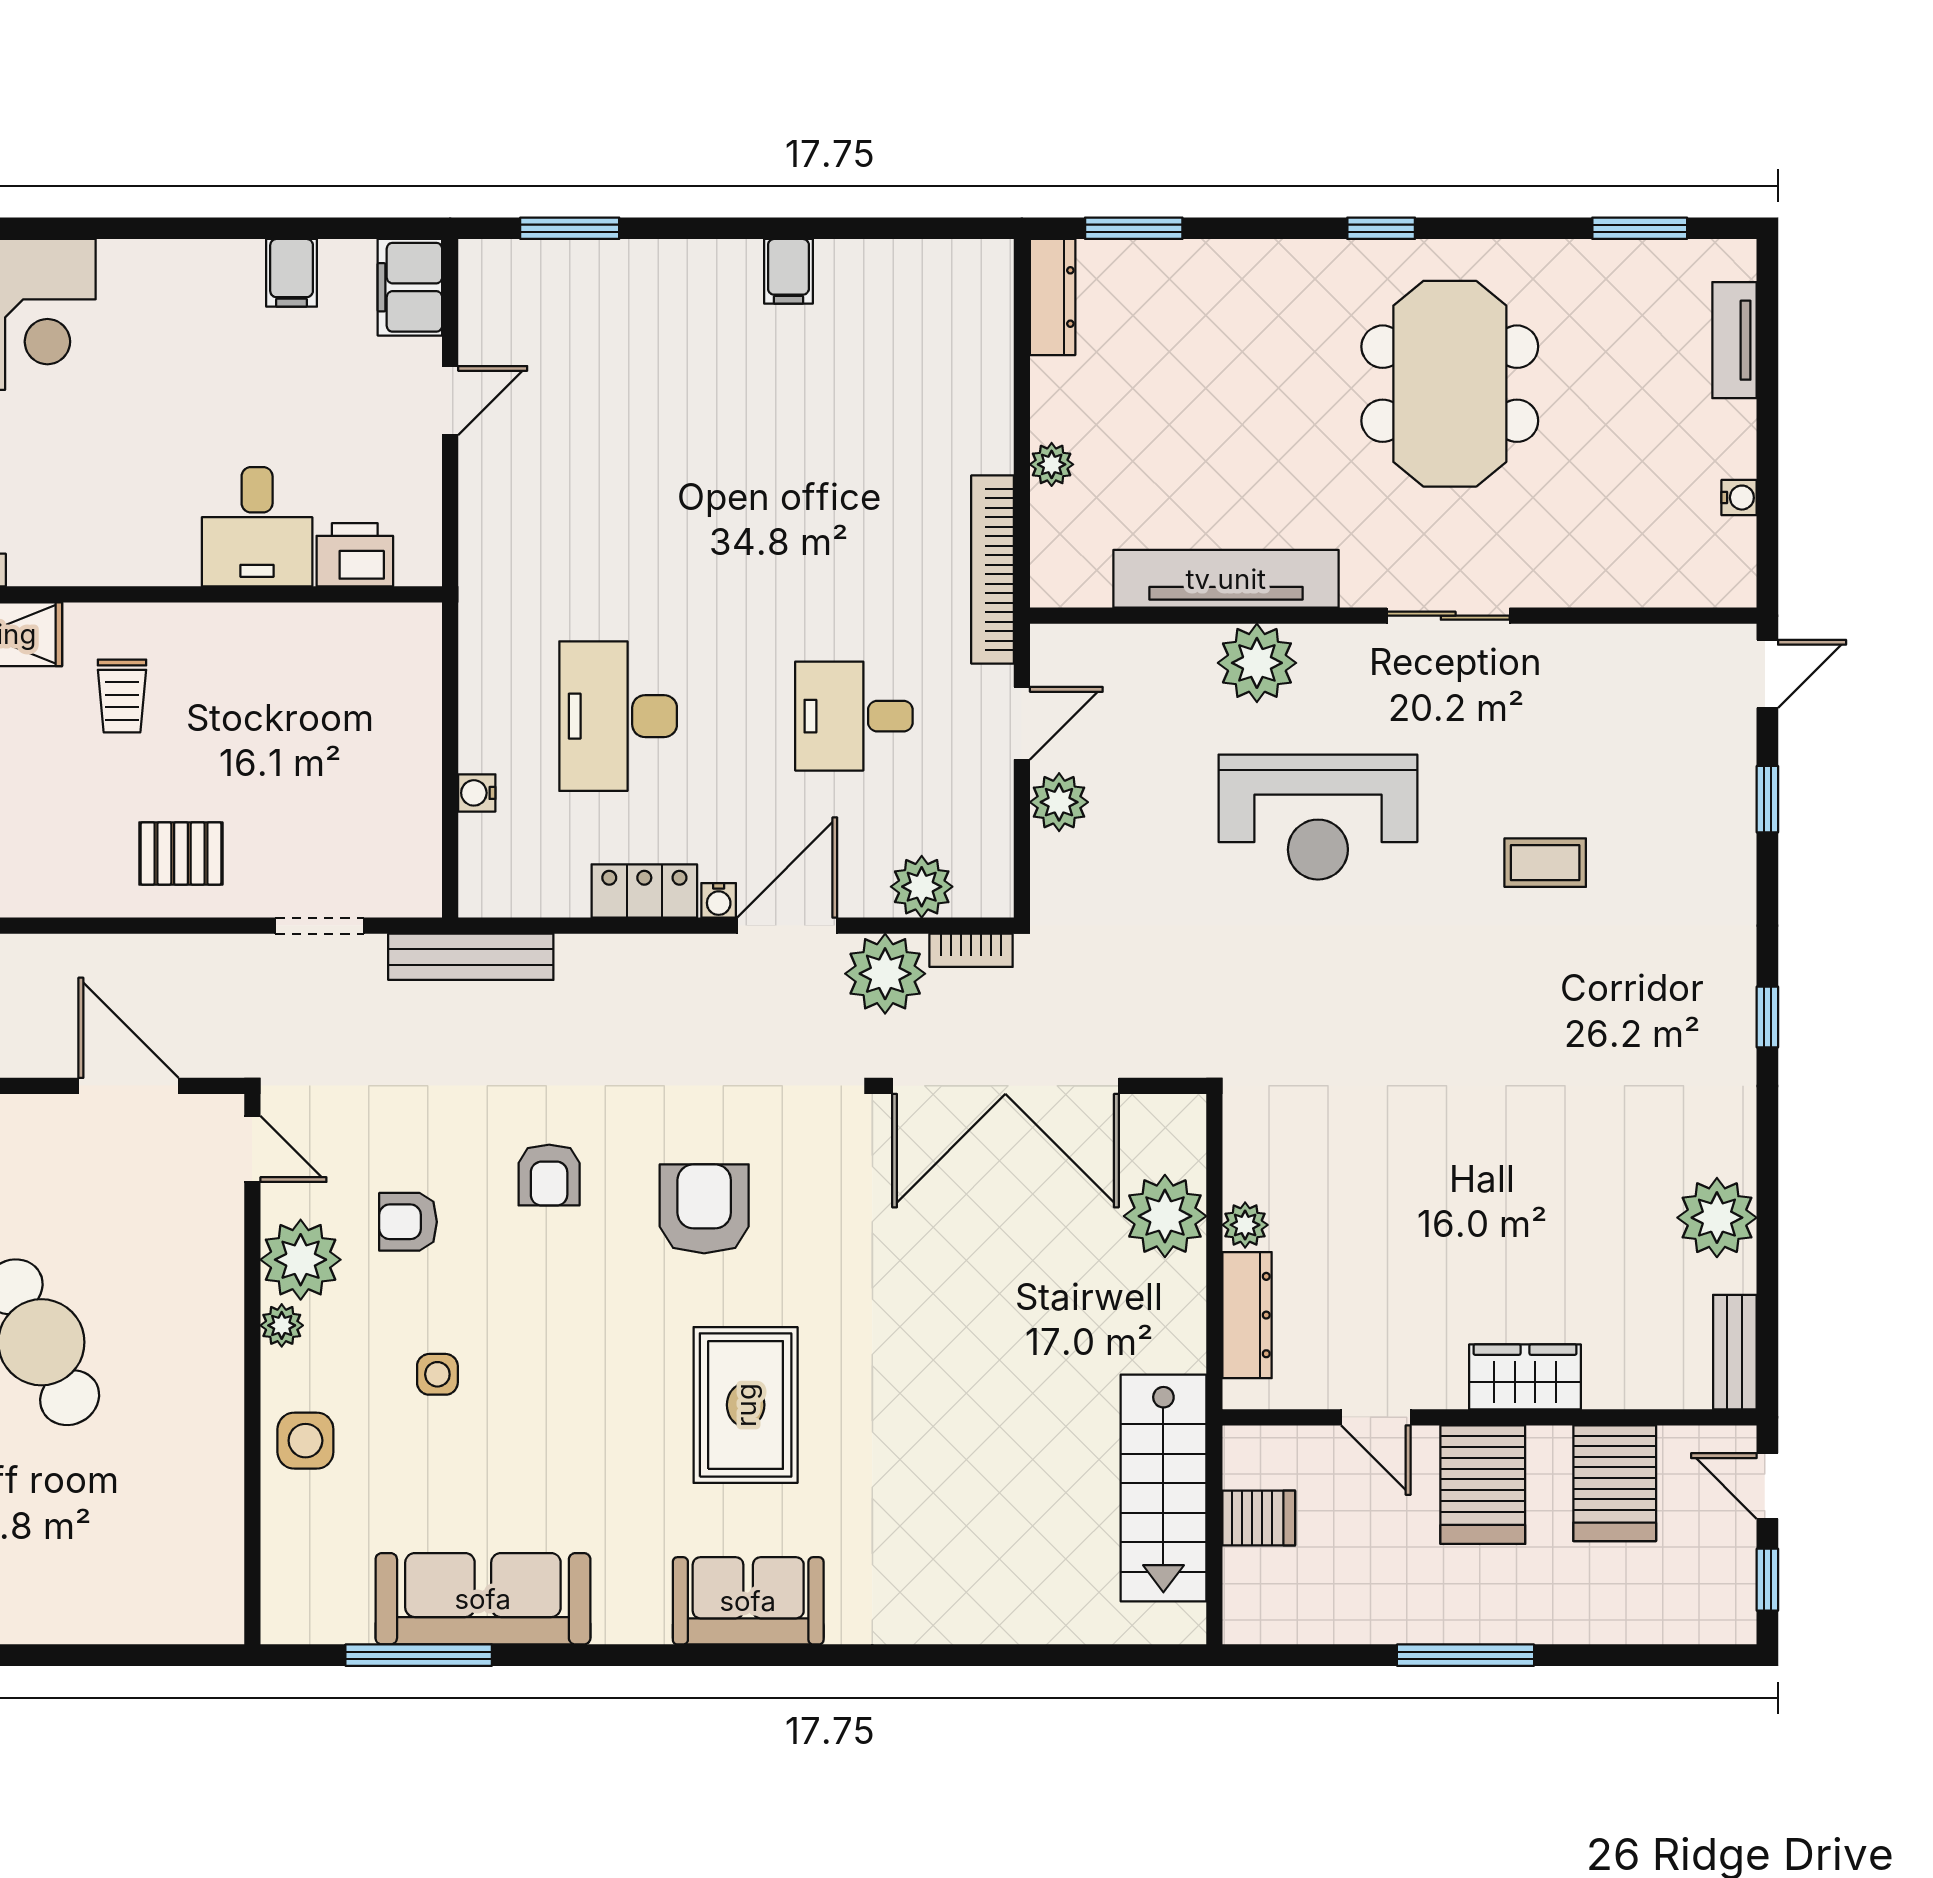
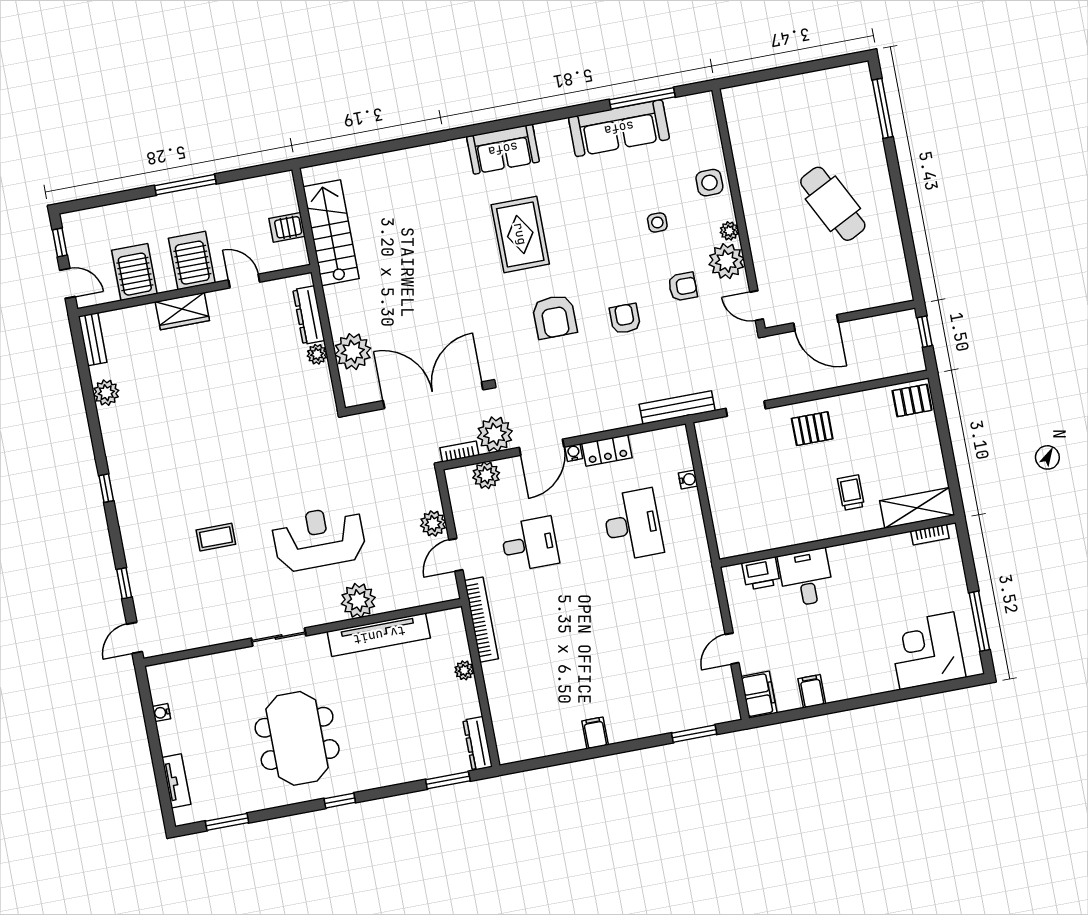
plant: (1717, 1218) -> (106, 393), width x0.73, depth x0.73

